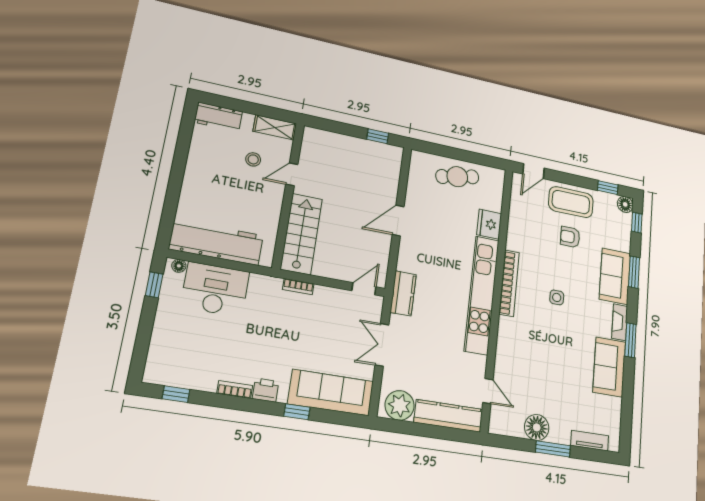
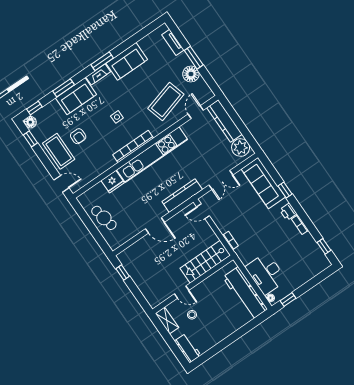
kitchen counter: (403, 293) -> (182, 196), width x1.50
coffee table: (529, 368) -> (166, 101), added

